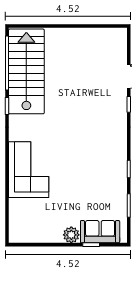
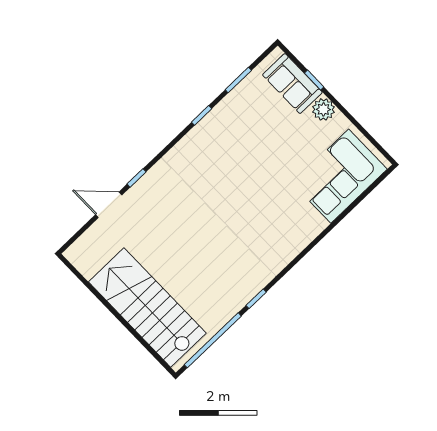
stairs: (26, 71) -> (147, 308), moved, turned 90
corner sofa: (29, 170) -> (340, 176), moved

